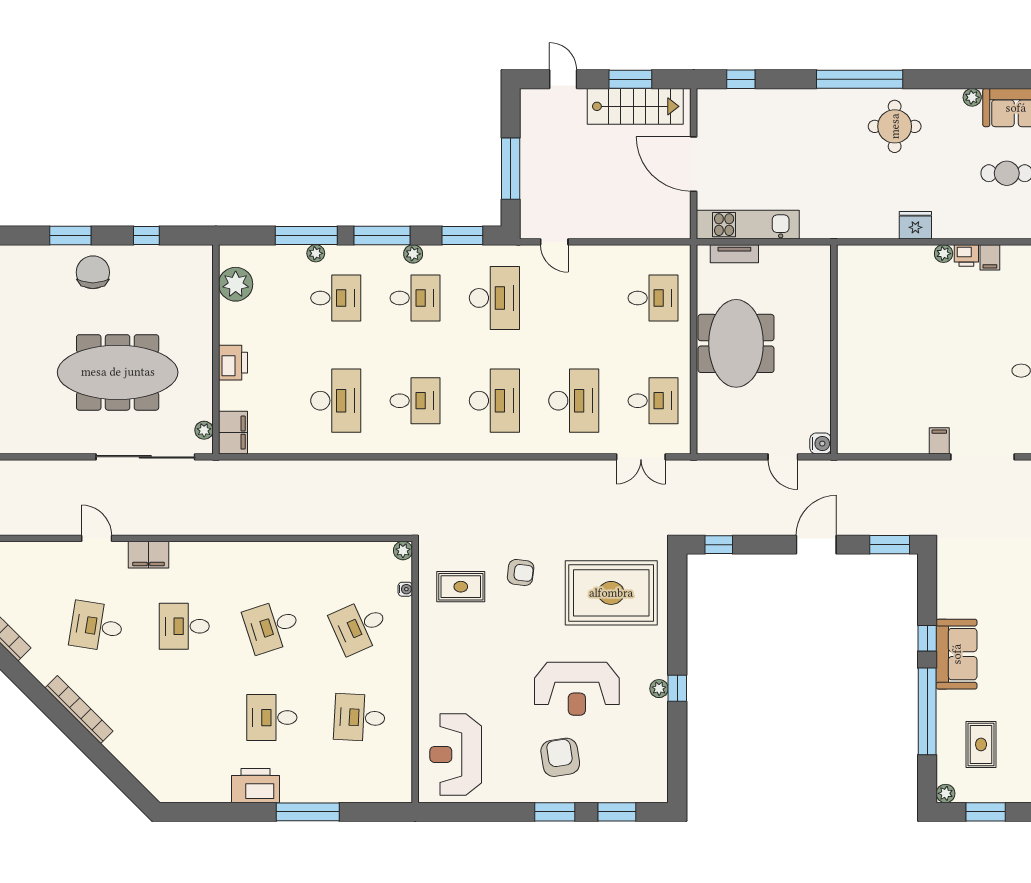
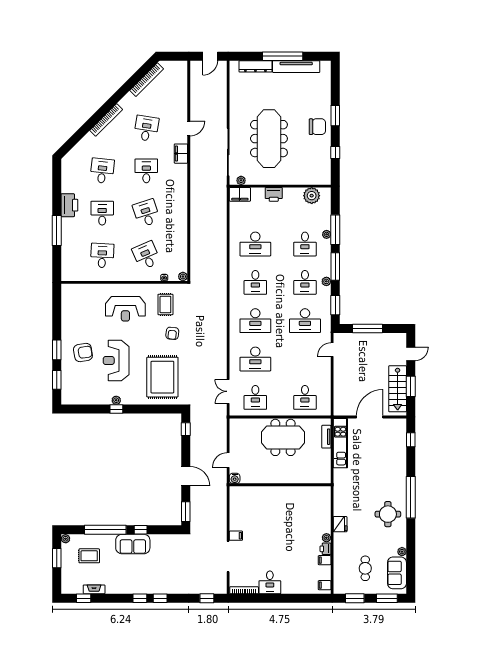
desk: (184, 718) -> (102, 171), added
reception desk: (456, 754) -> (125, 309), moved, turned 180

